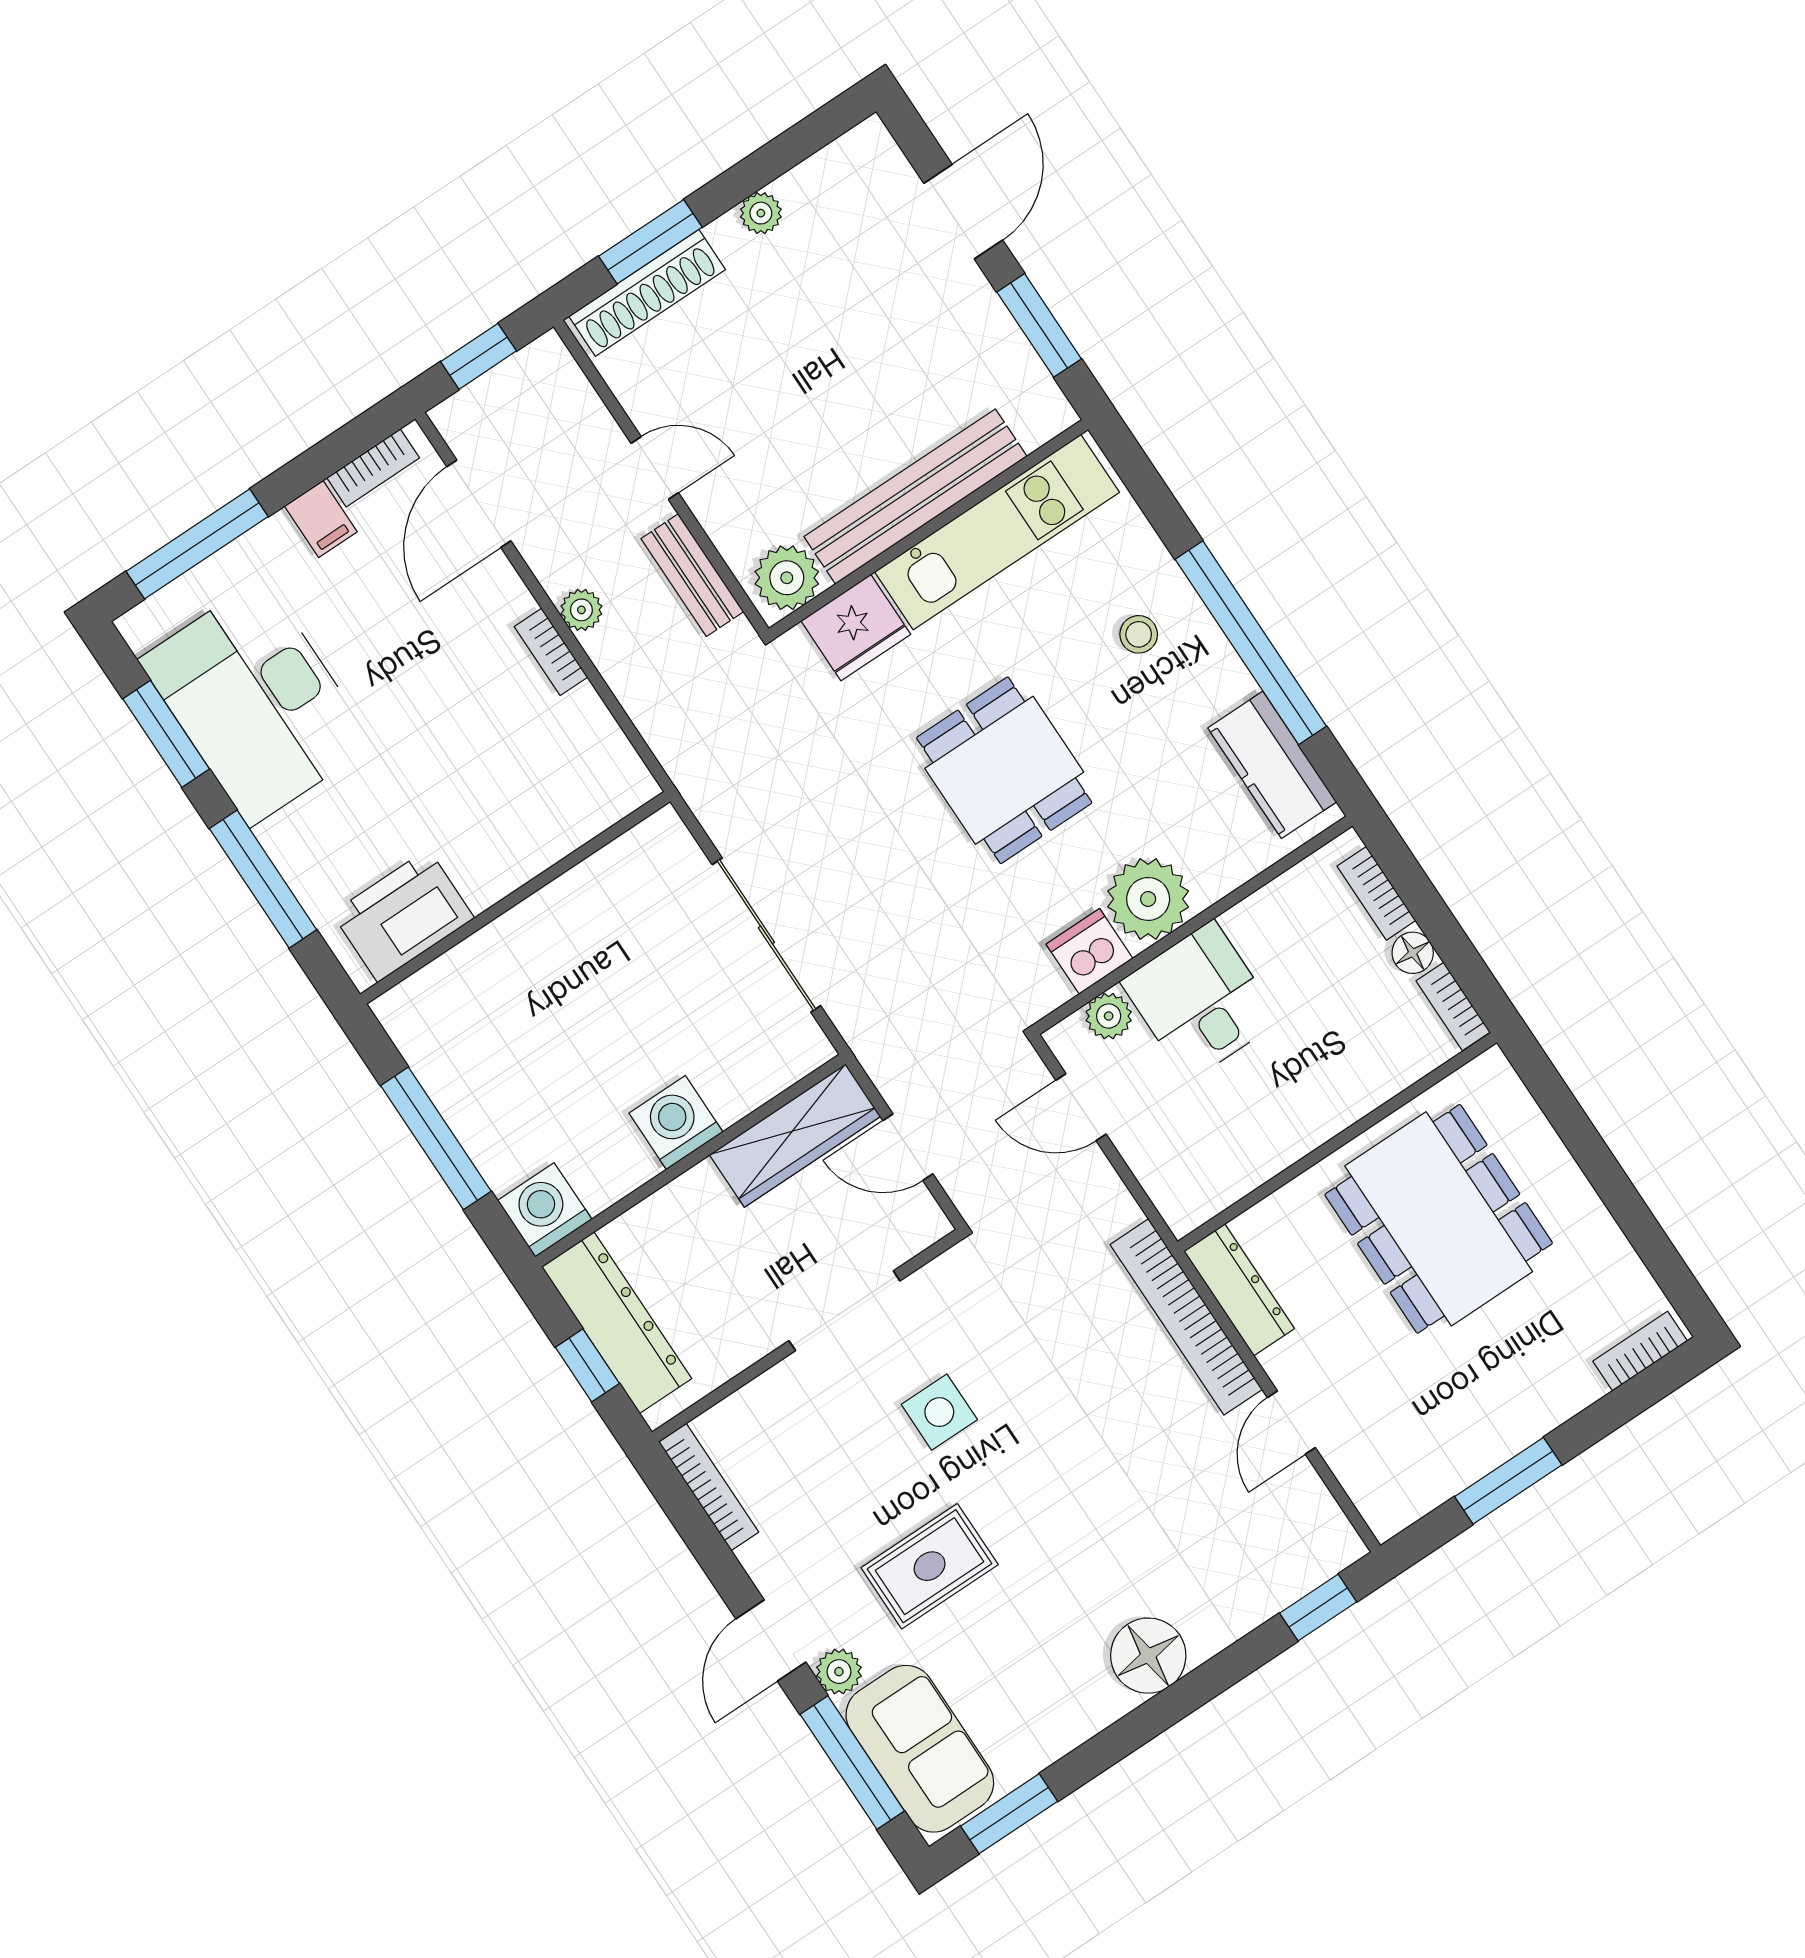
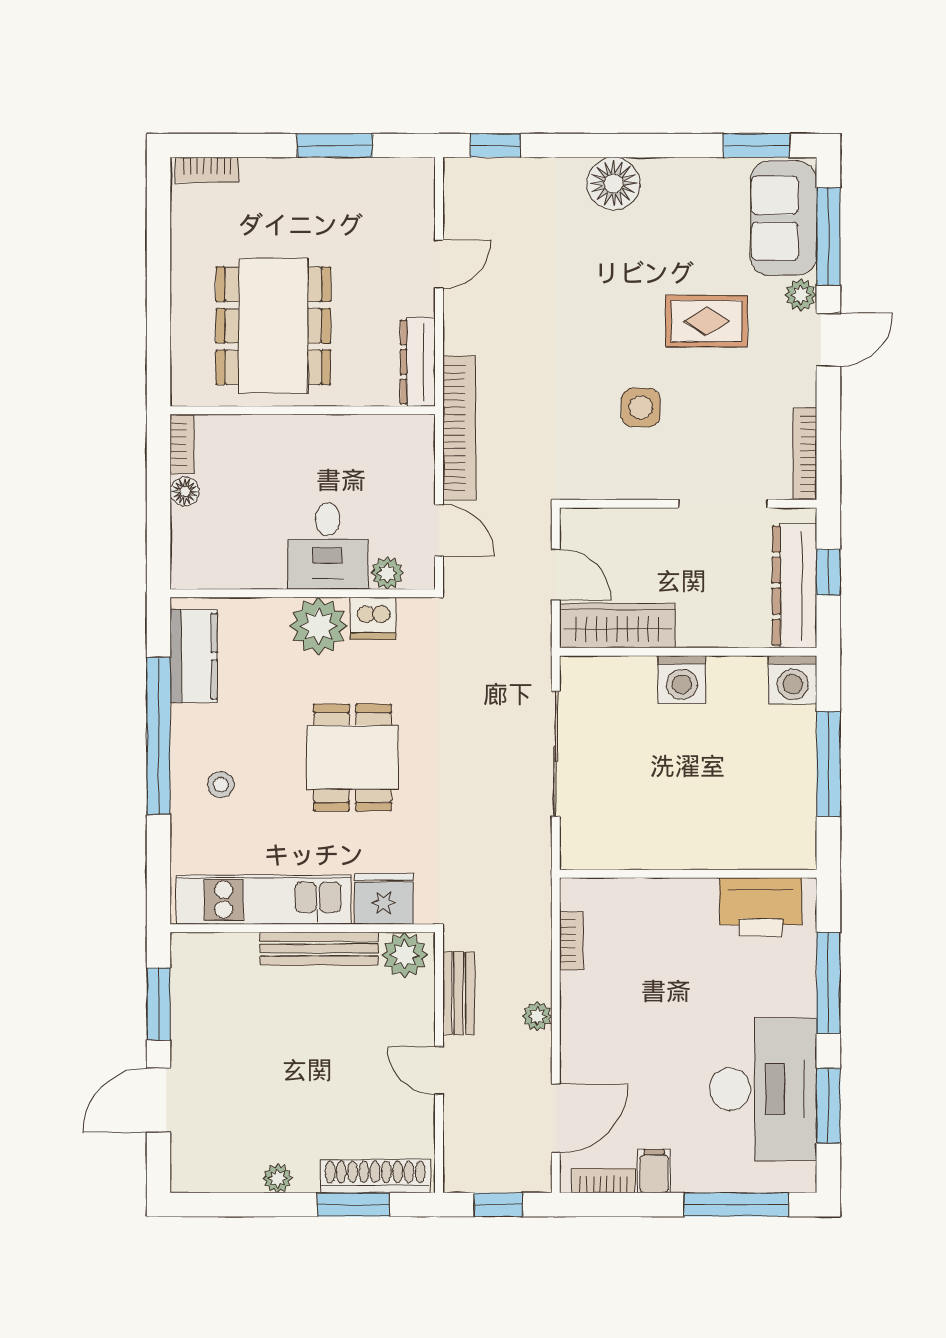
bench: (915, 497) -> (319, 949), width x0.73, depth x0.82
bookcase: (551, 652) -> (571, 941), moved
bookcase: (1376, 893) -> (183, 540), removed
doorway: (844, 1311) -> (723, 504), moved
bookcase: (1186, 1317) -> (459, 428), moved

